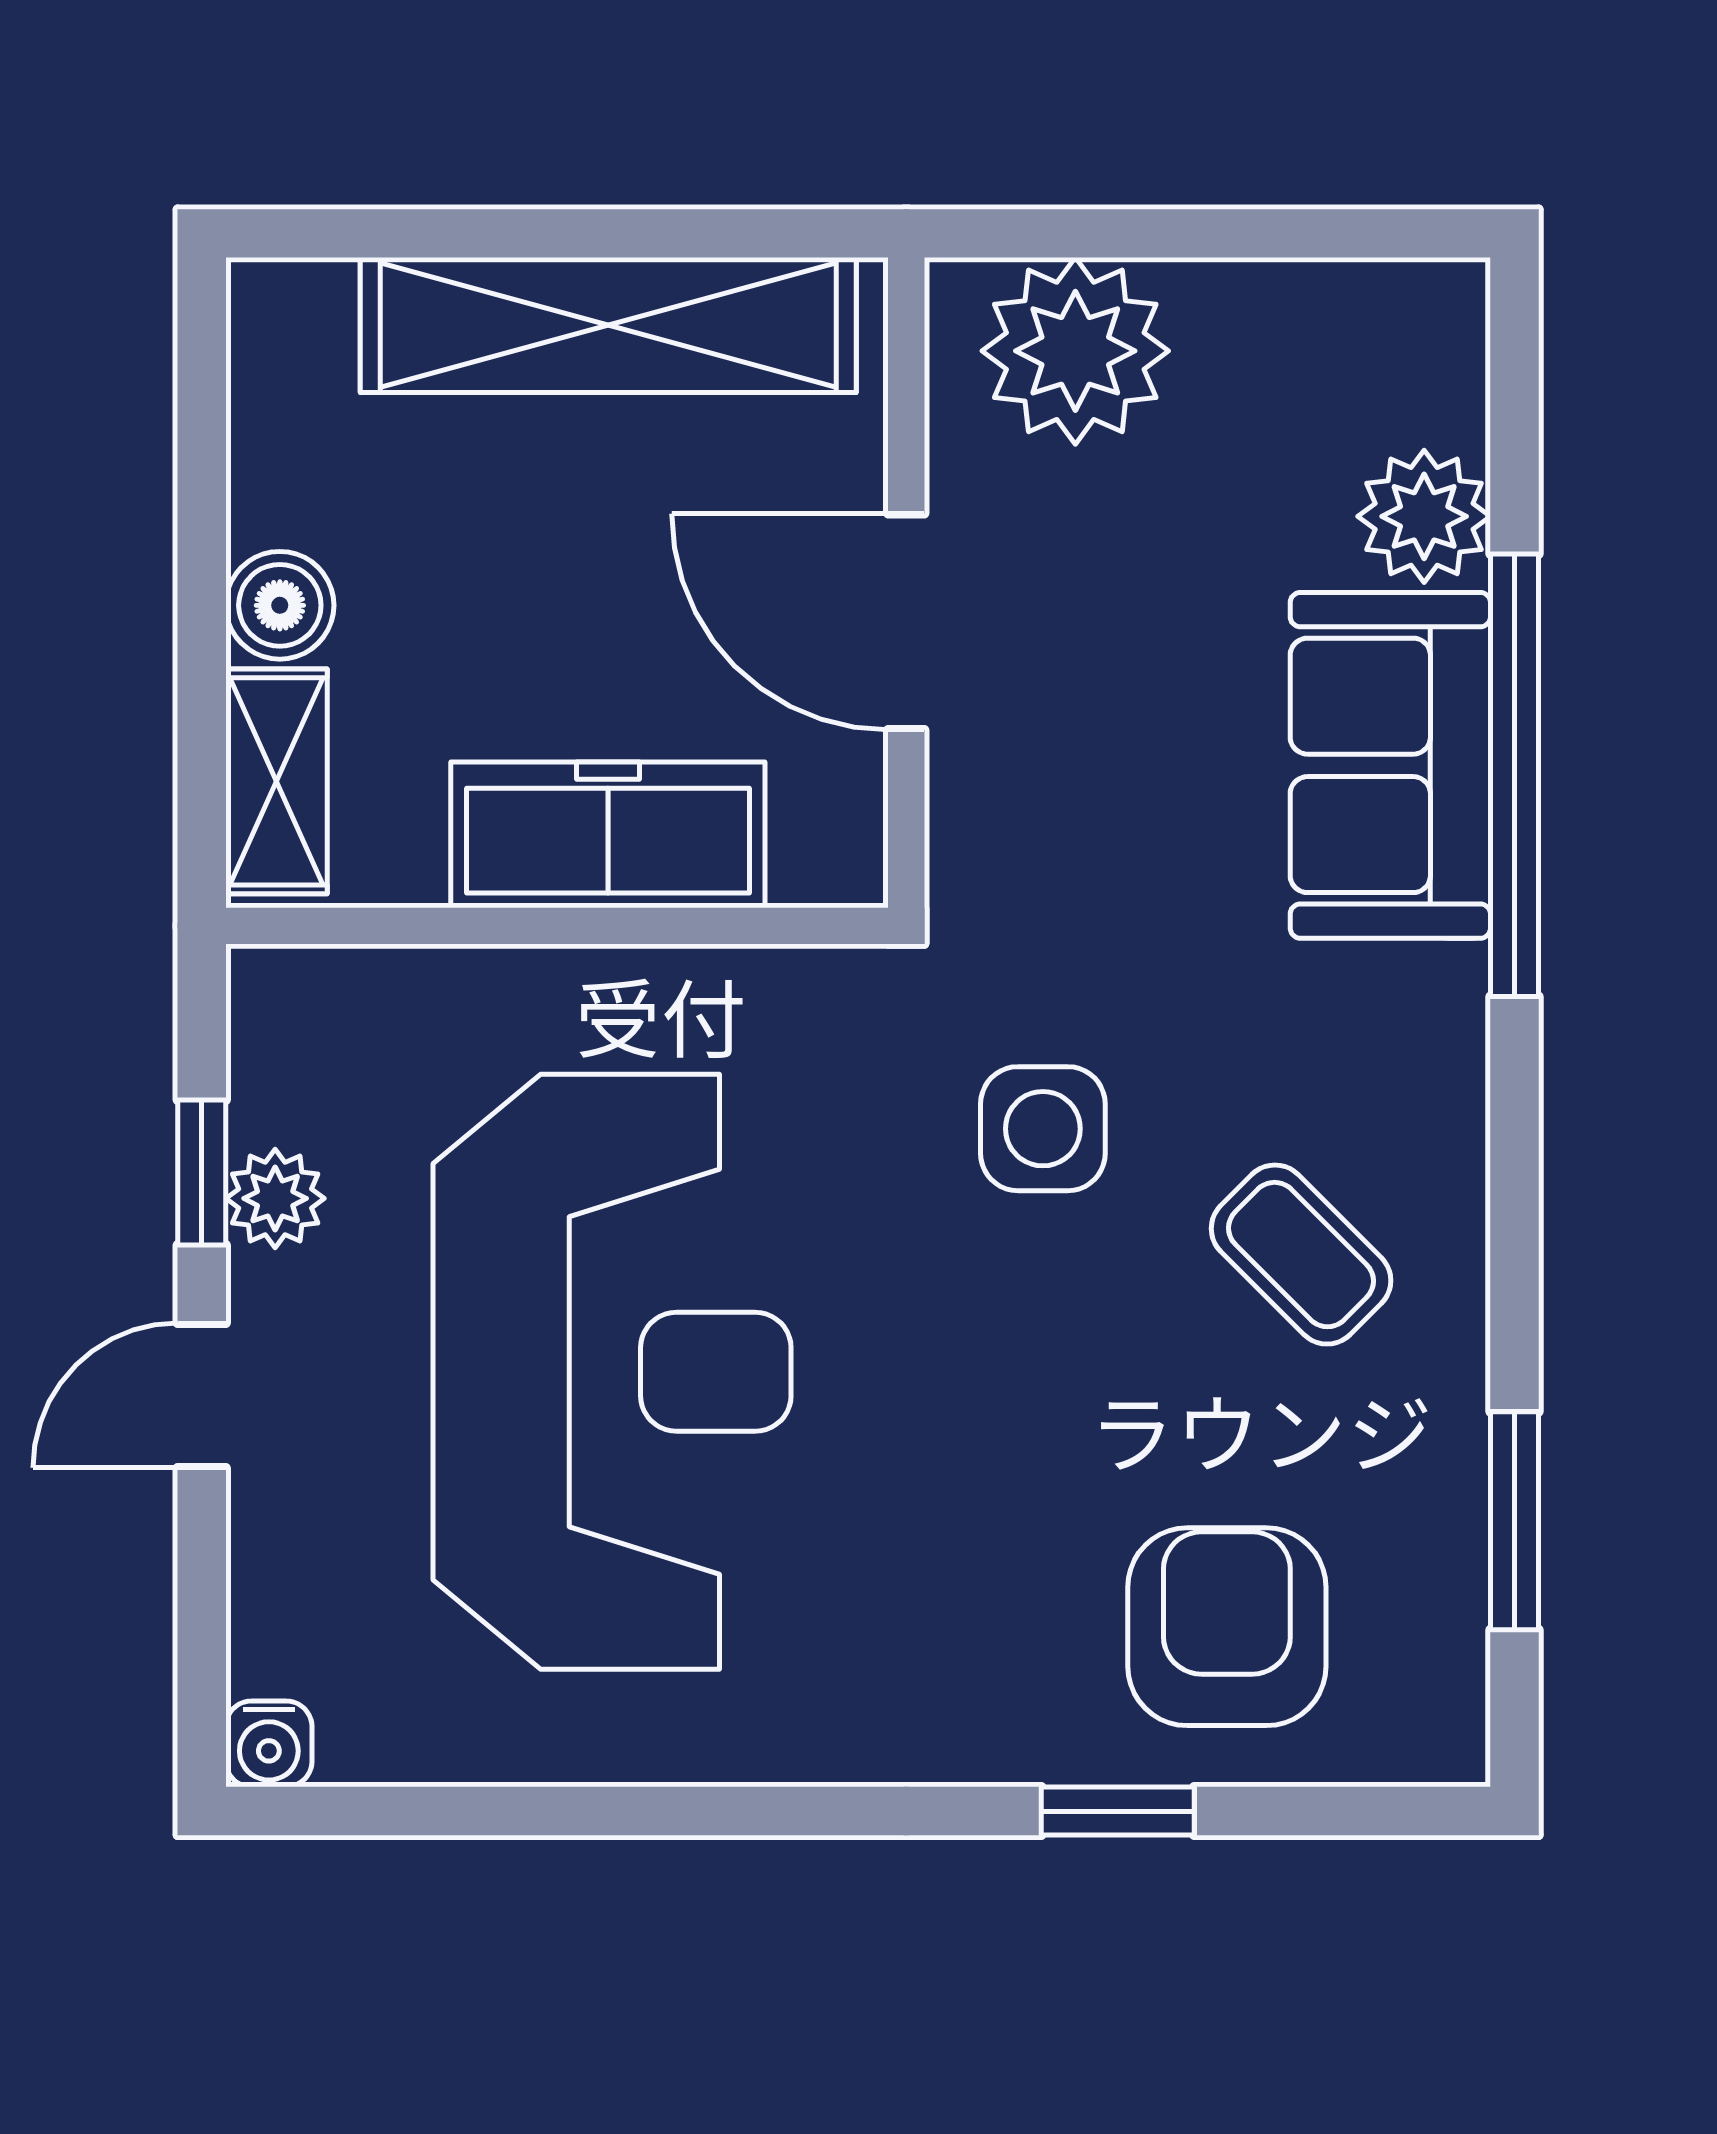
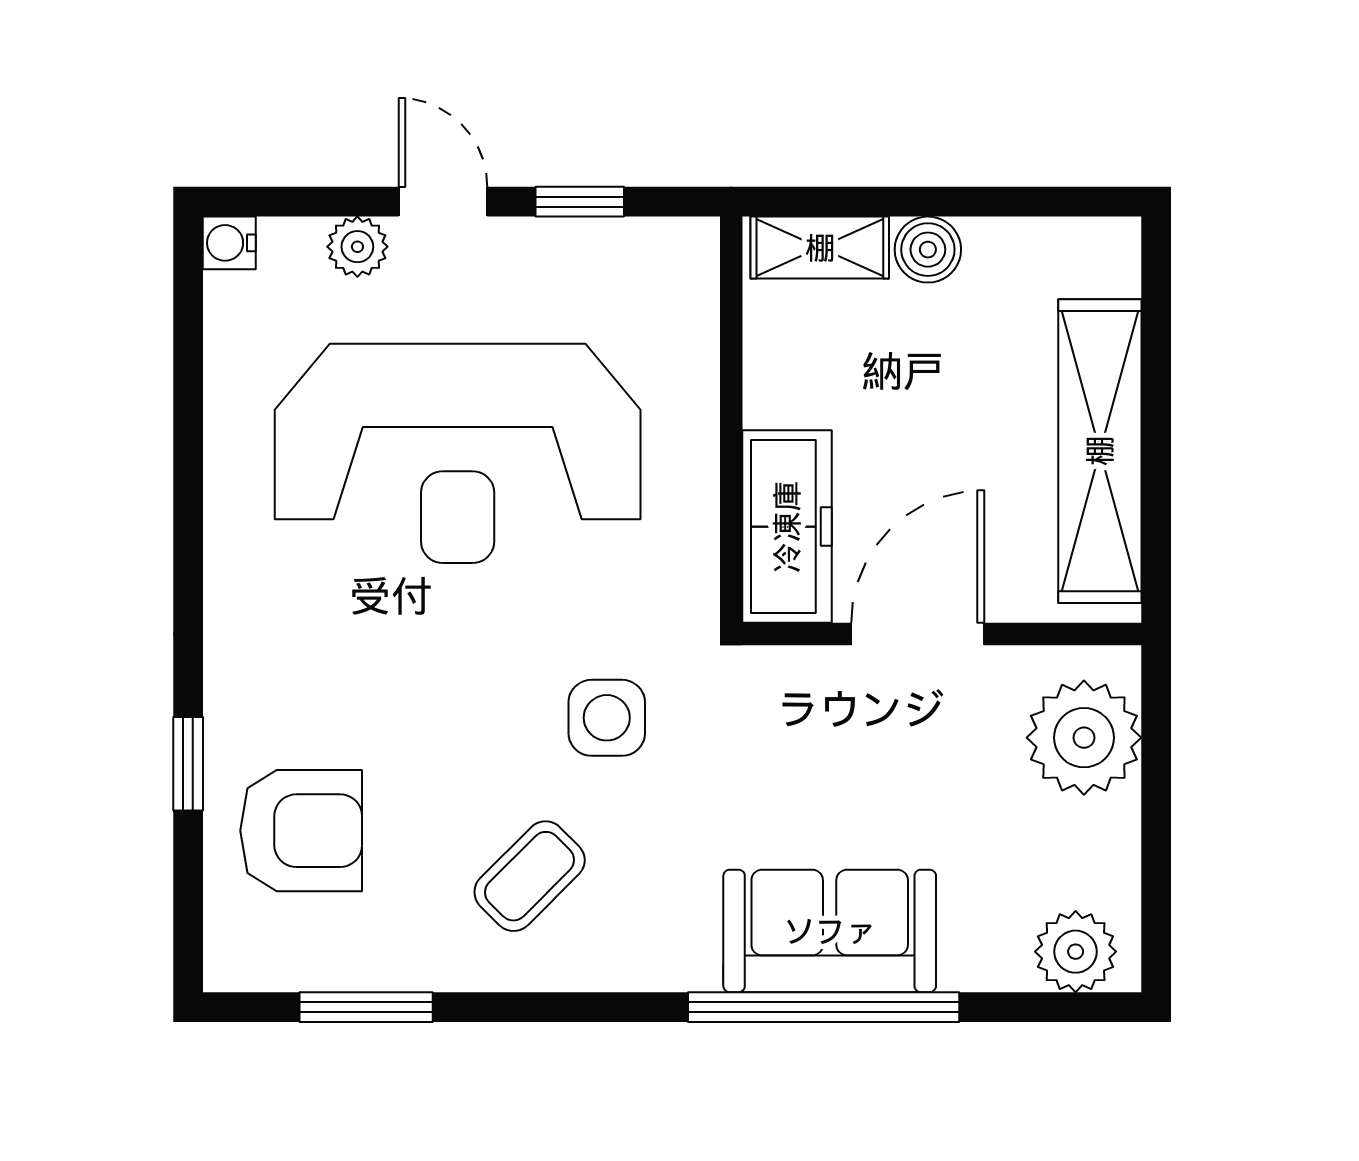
plant: (1424, 516) -> (1076, 952), moved
freezer: (608, 835) -> (787, 527), moved
plant: (275, 1198) -> (357, 247), moved

